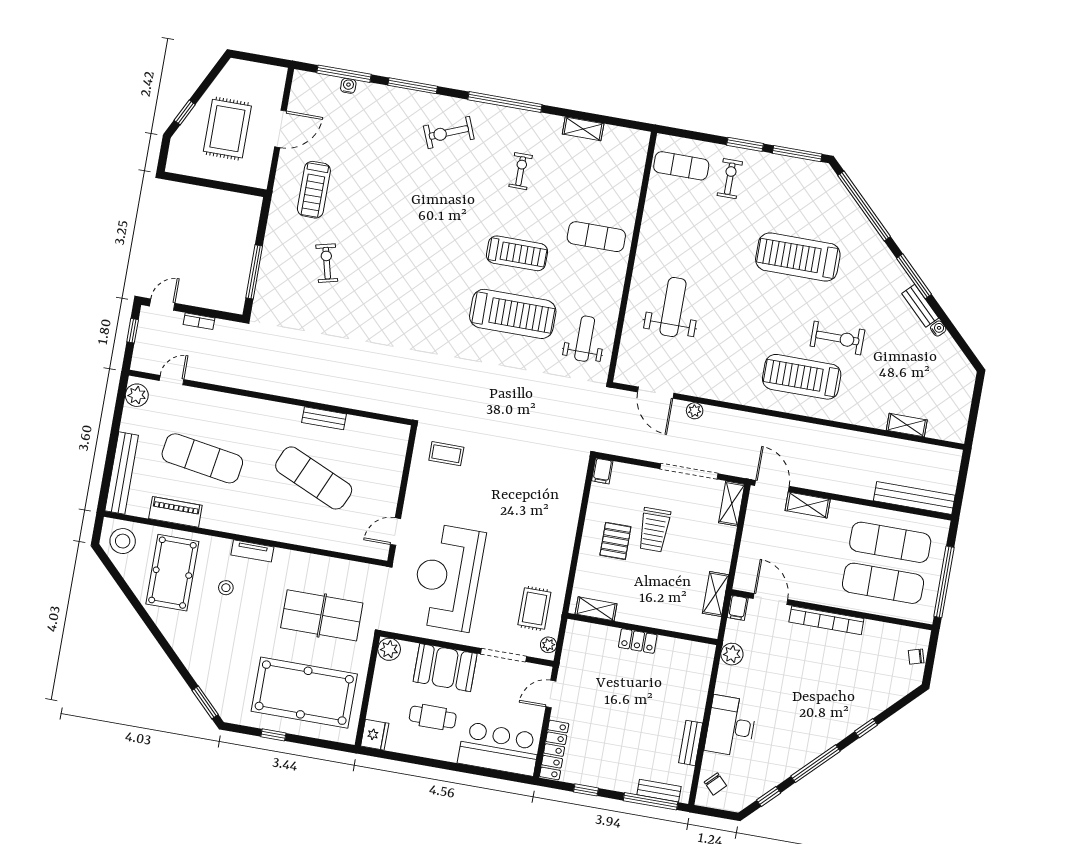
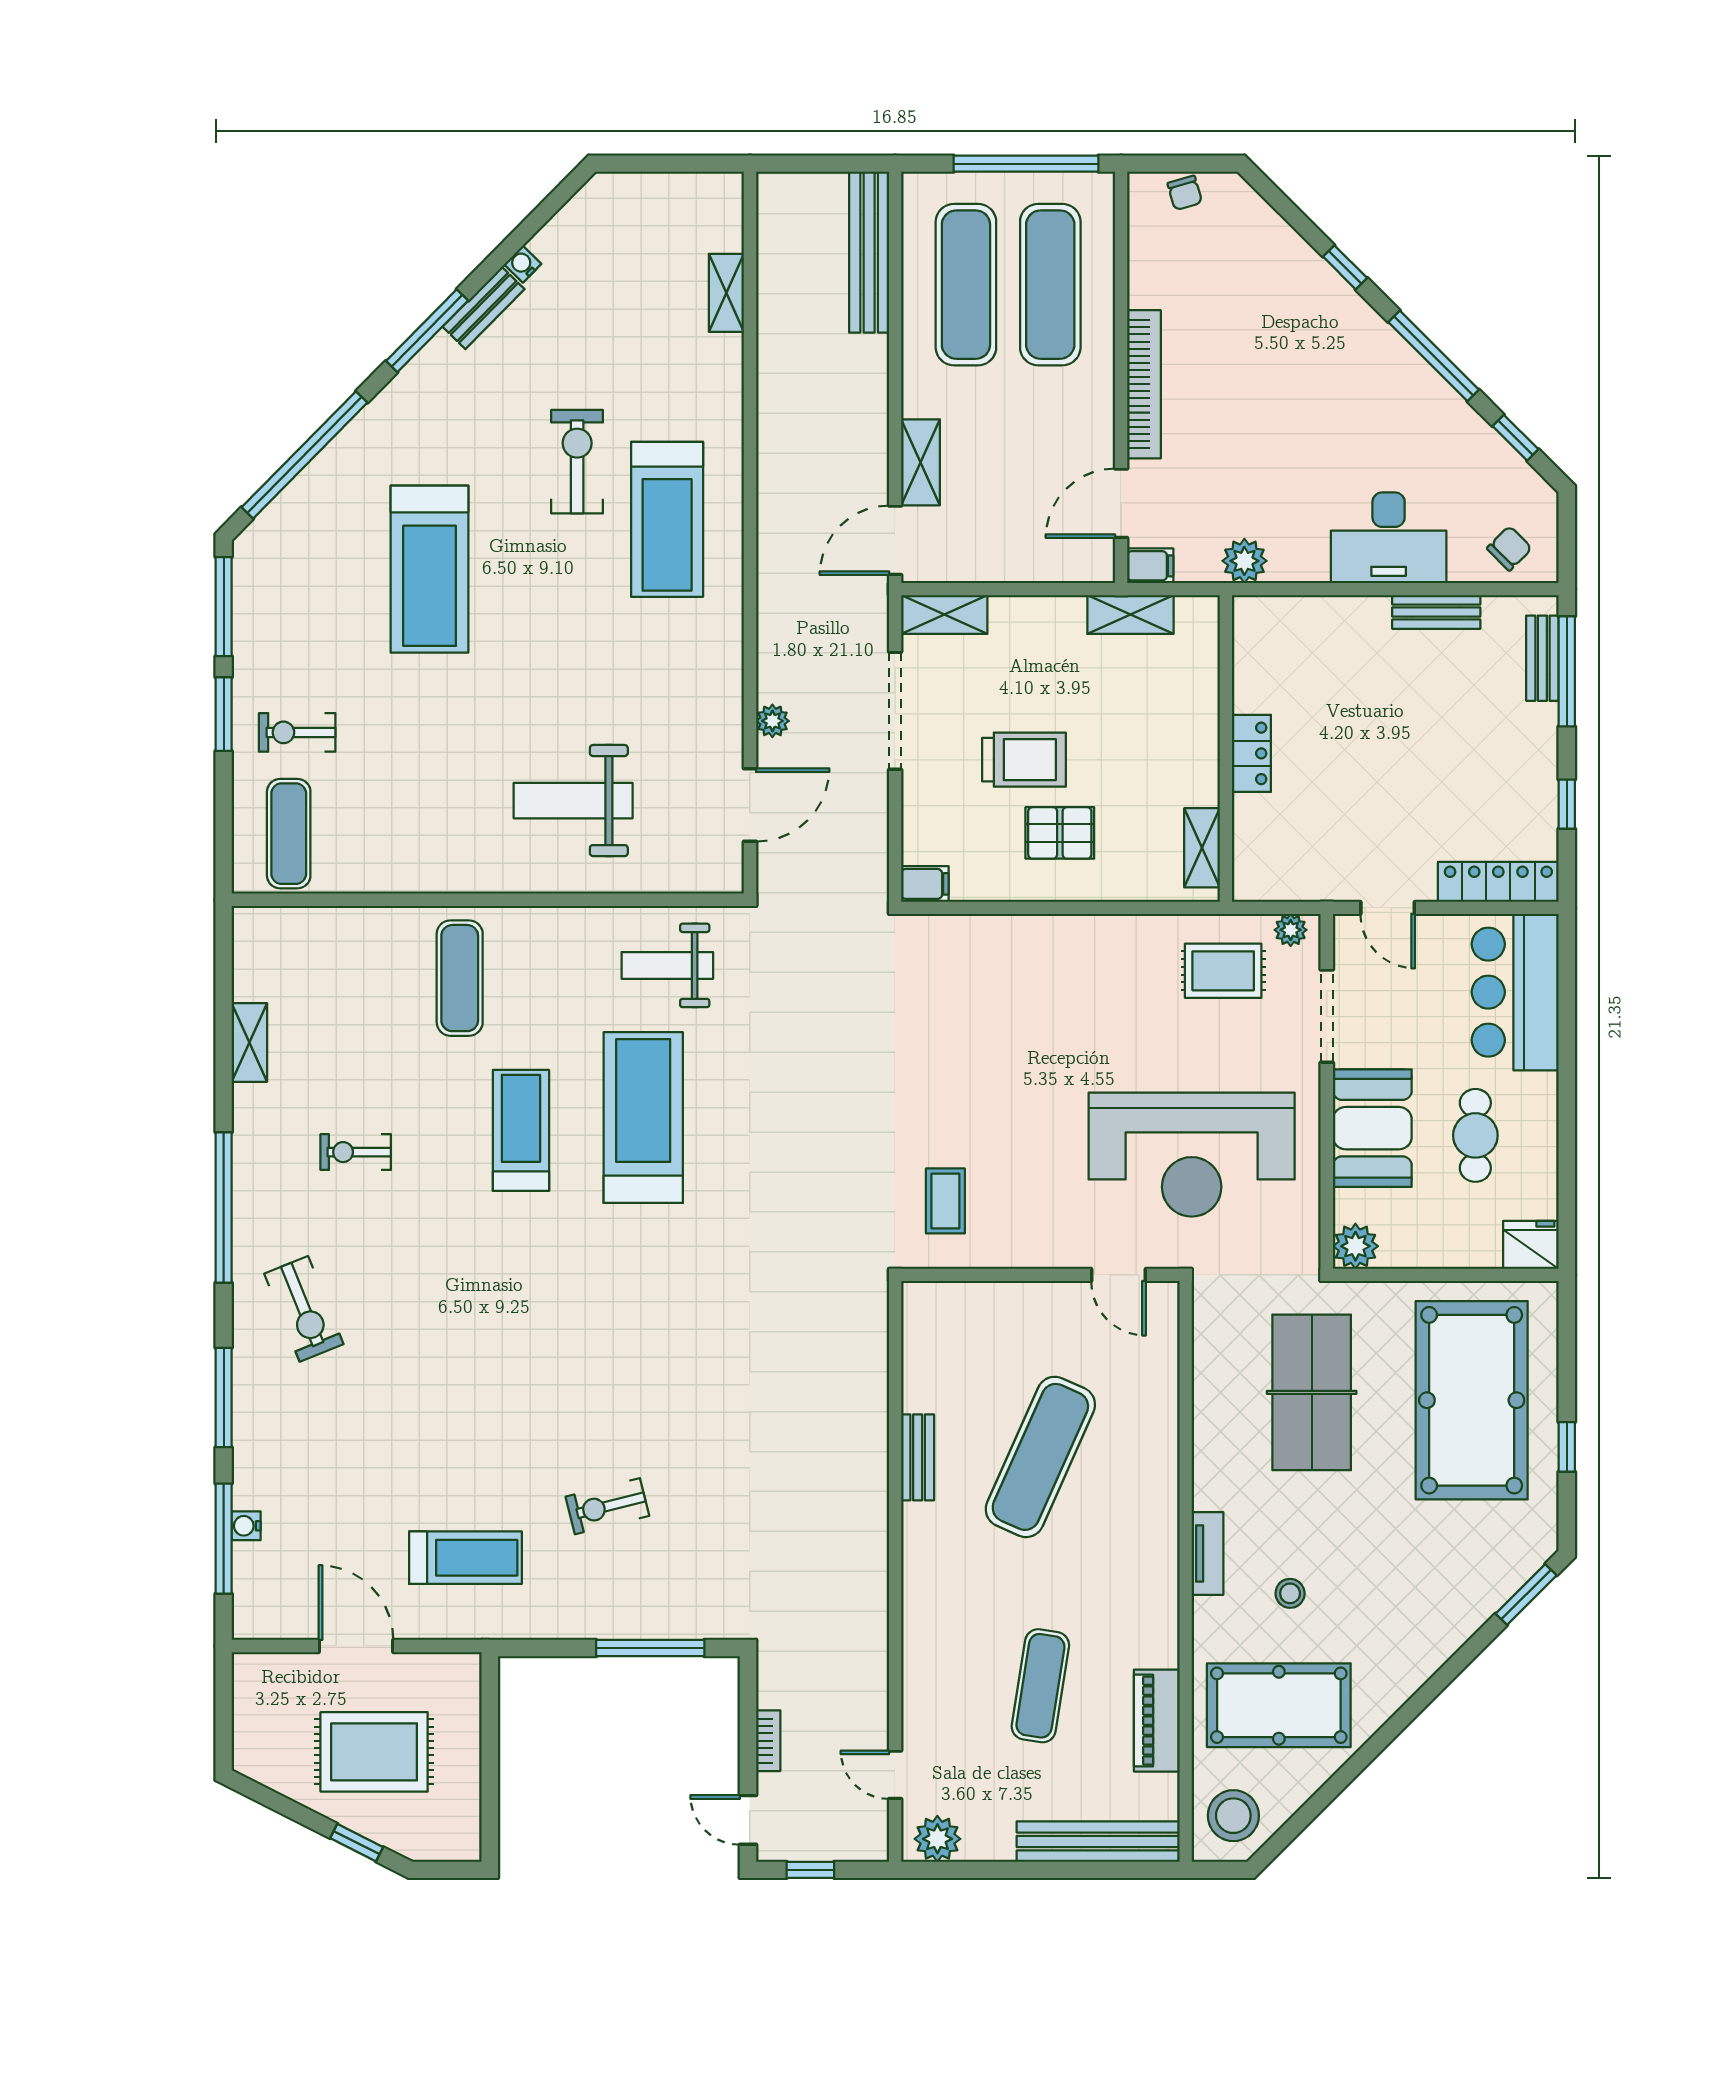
exercise mat: (202, 458) -> (1040, 1686), width x0.73, depth x0.69

